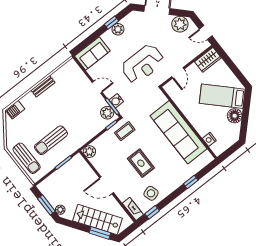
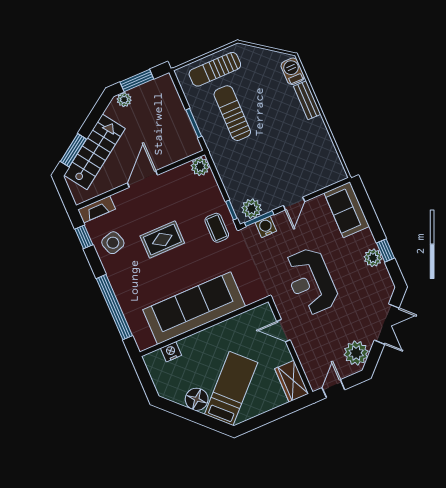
bench: (43, 86) -> (307, 100), moved
window: (191, 182) -> (114, 307), width x3.17

